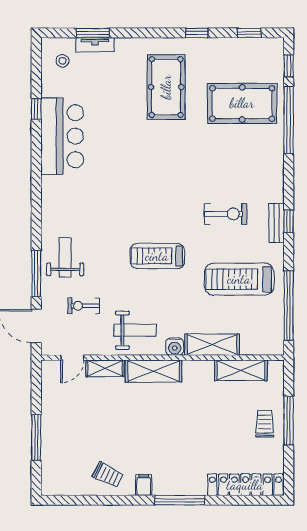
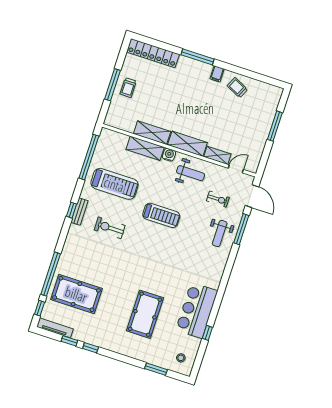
window: (249, 33) -> (69, 341), moved
tv unit: (95, 45) -> (55, 328), moved, width x1.41
pool table: (166, 87) -> (145, 314), moved
weight bench: (135, 330) -> (191, 173), turned 180
shelving: (241, 370) -> (152, 133), moved

